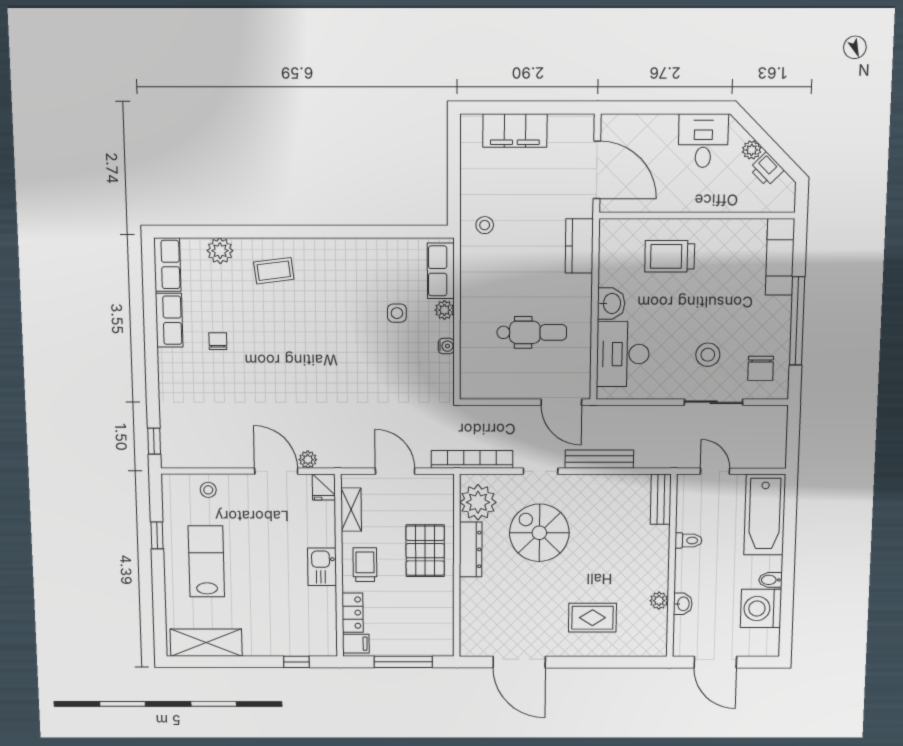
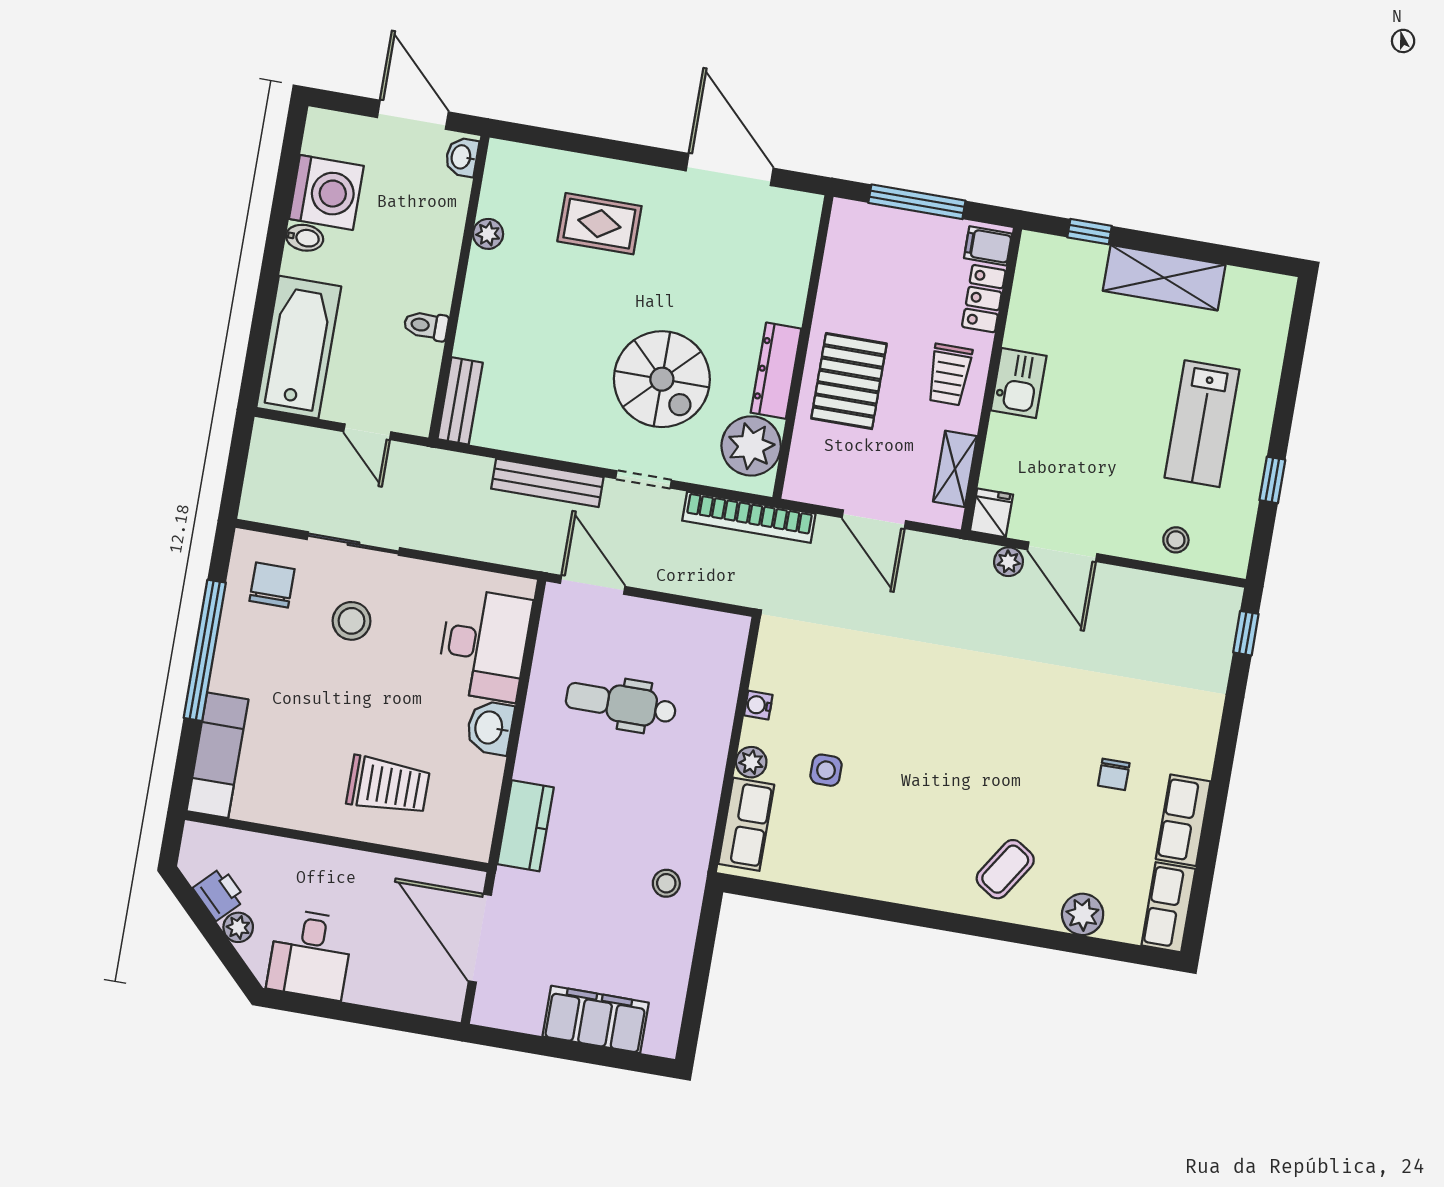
coffee table: (274, 271) -> (1005, 869), turned -50
washbasin: (683, 604) -> (462, 157), moved
shelving: (206, 643) -> (1164, 278), moved

